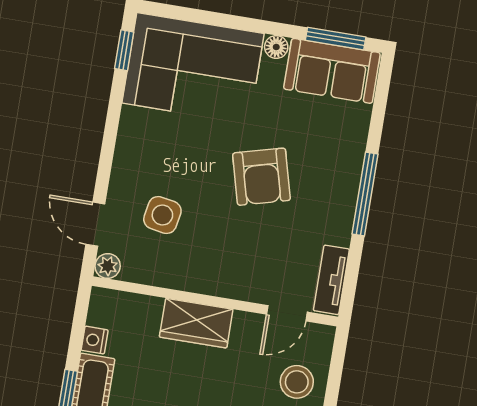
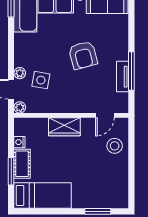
plant: (120, 193) -> (20, 73), added
window: (365, 194) -> (131, 71), moved
tv unit: (331, 280) -> (123, 77), moved

